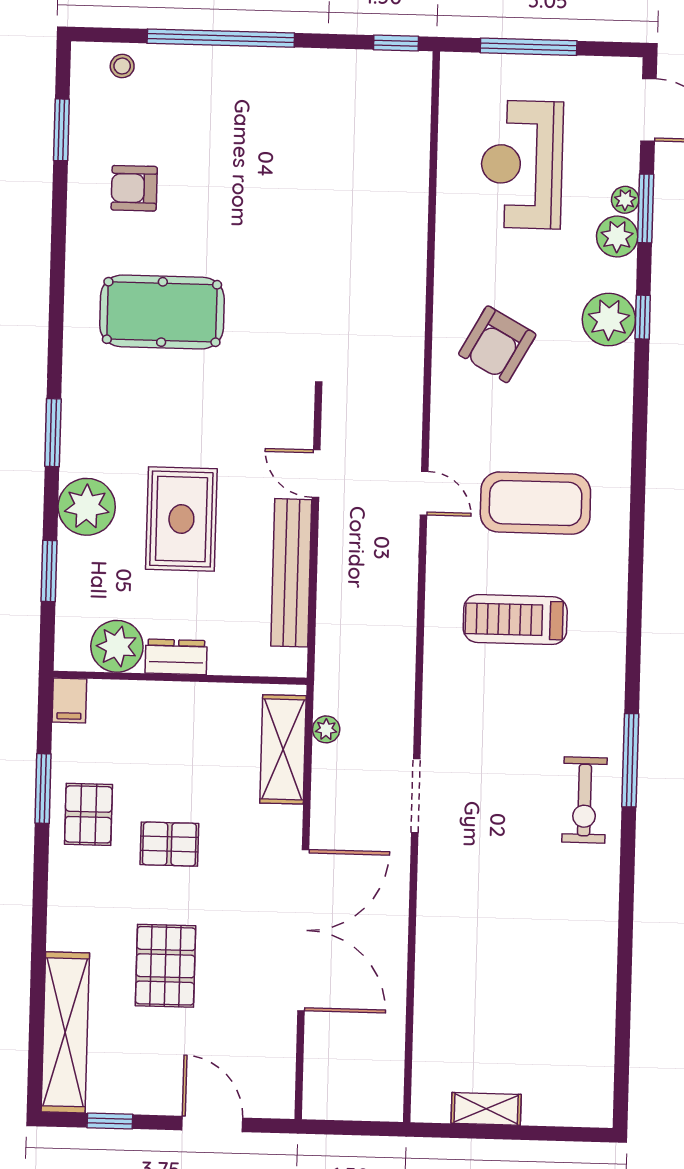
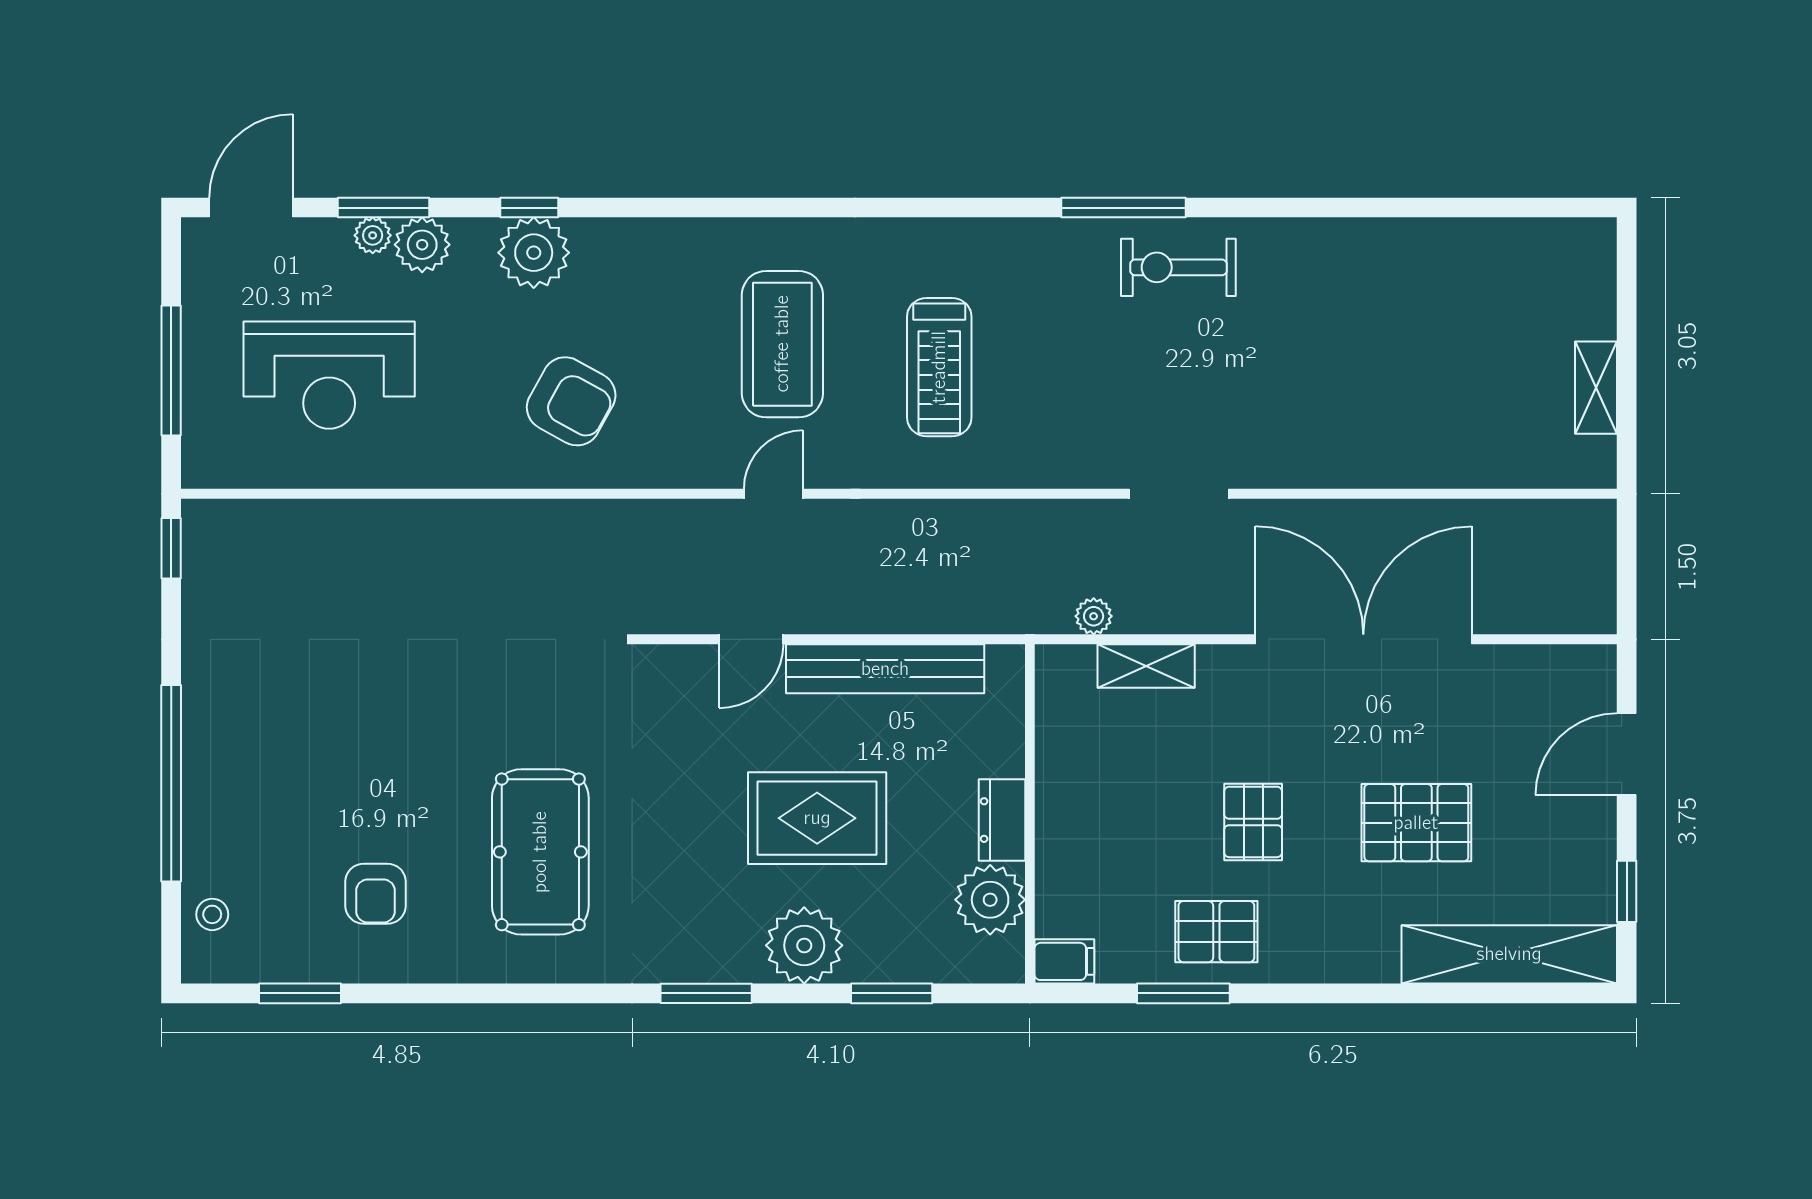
shelving: (283, 749) -> (1146, 666), width x0.67, depth x0.75
exercise bike: (584, 800) -> (1178, 267), turned 180

